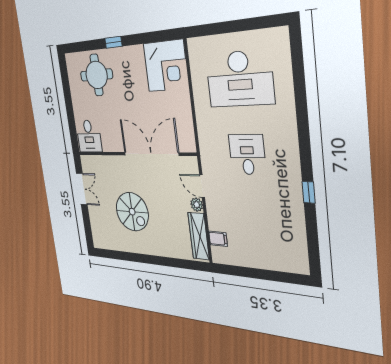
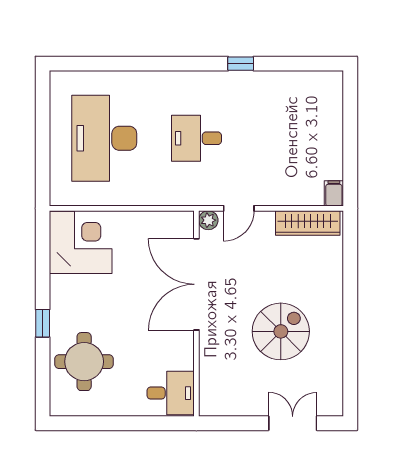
desk: (239, 79) -> (104, 138), turned 180
double door: (82, 189) -> (293, 423), moved
plant: (197, 205) -> (208, 220), moved
filing cabinet: (218, 239) -> (334, 193), moved

